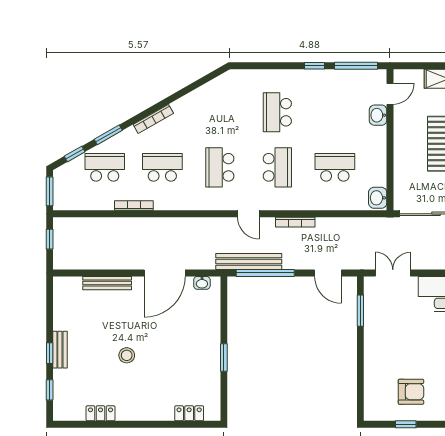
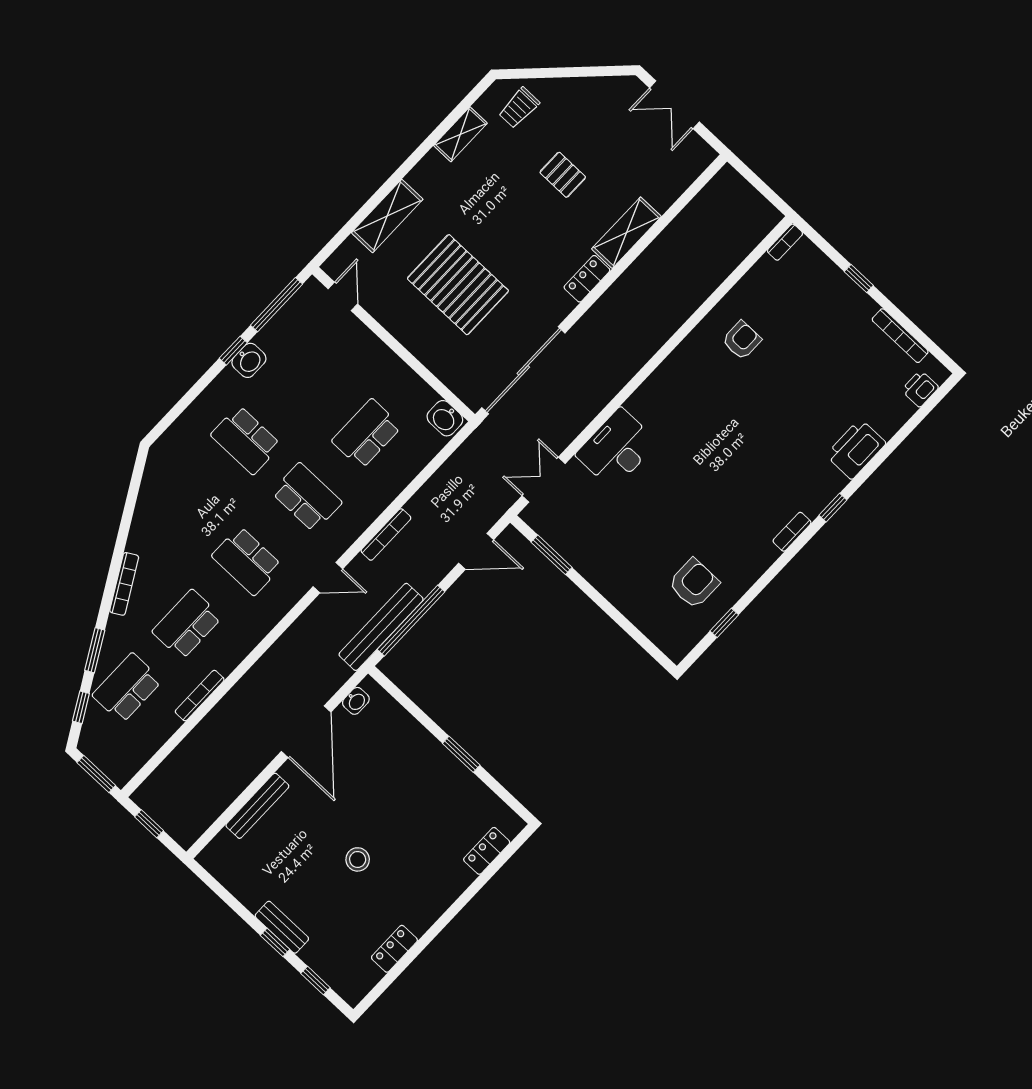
washbasin: (378, 115) -> (249, 360), moved, turned -90

